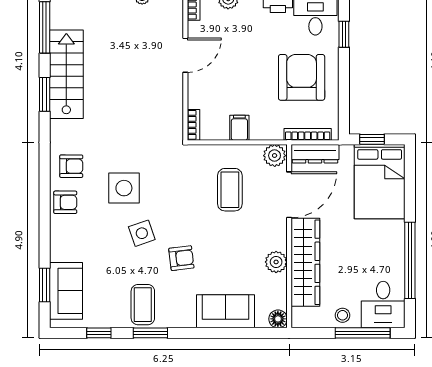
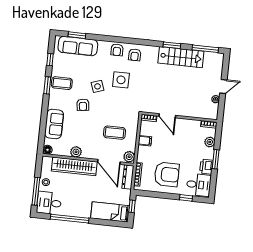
door: (185, 55) -> (167, 116), moved
bed: (380, 182) -> (110, 212), width x0.67
sofa: (66, 291) -> (78, 46), width x1.36

